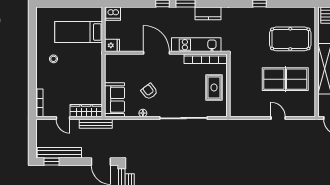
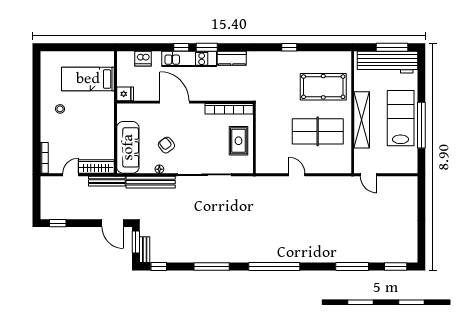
dishwasher: (113, 14) -> (143, 59), moved
kitchen unit: (196, 45) -> (189, 59), moved, turned 180
sofa: (115, 100) -> (128, 147), width x1.36
door: (63, 118) -> (71, 175), swing flipped
door: (278, 118) -> (297, 175), moved
bench: (59, 153) -> (151, 182), moved

